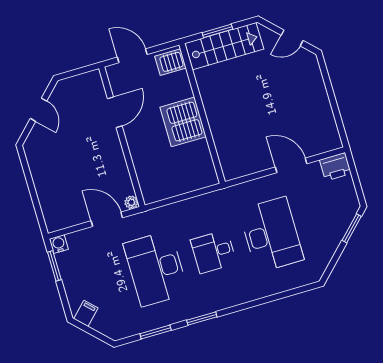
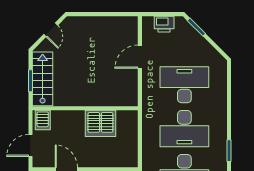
server rack: (183, 122) -> (100, 123), moved
printer: (335, 167) -> (164, 24), moved, turned 90
desk: (214, 252) -> (184, 129), width x1.87, depth x1.30

